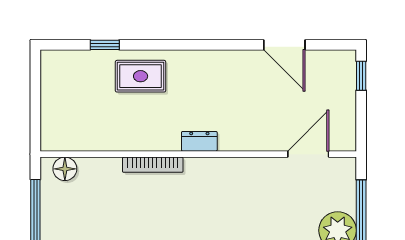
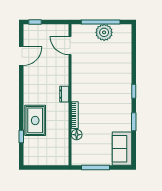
rug: (141, 76) -> (35, 120), width x1.36, depth x1.43
floor lamp: (65, 169) -> (77, 135), moved

